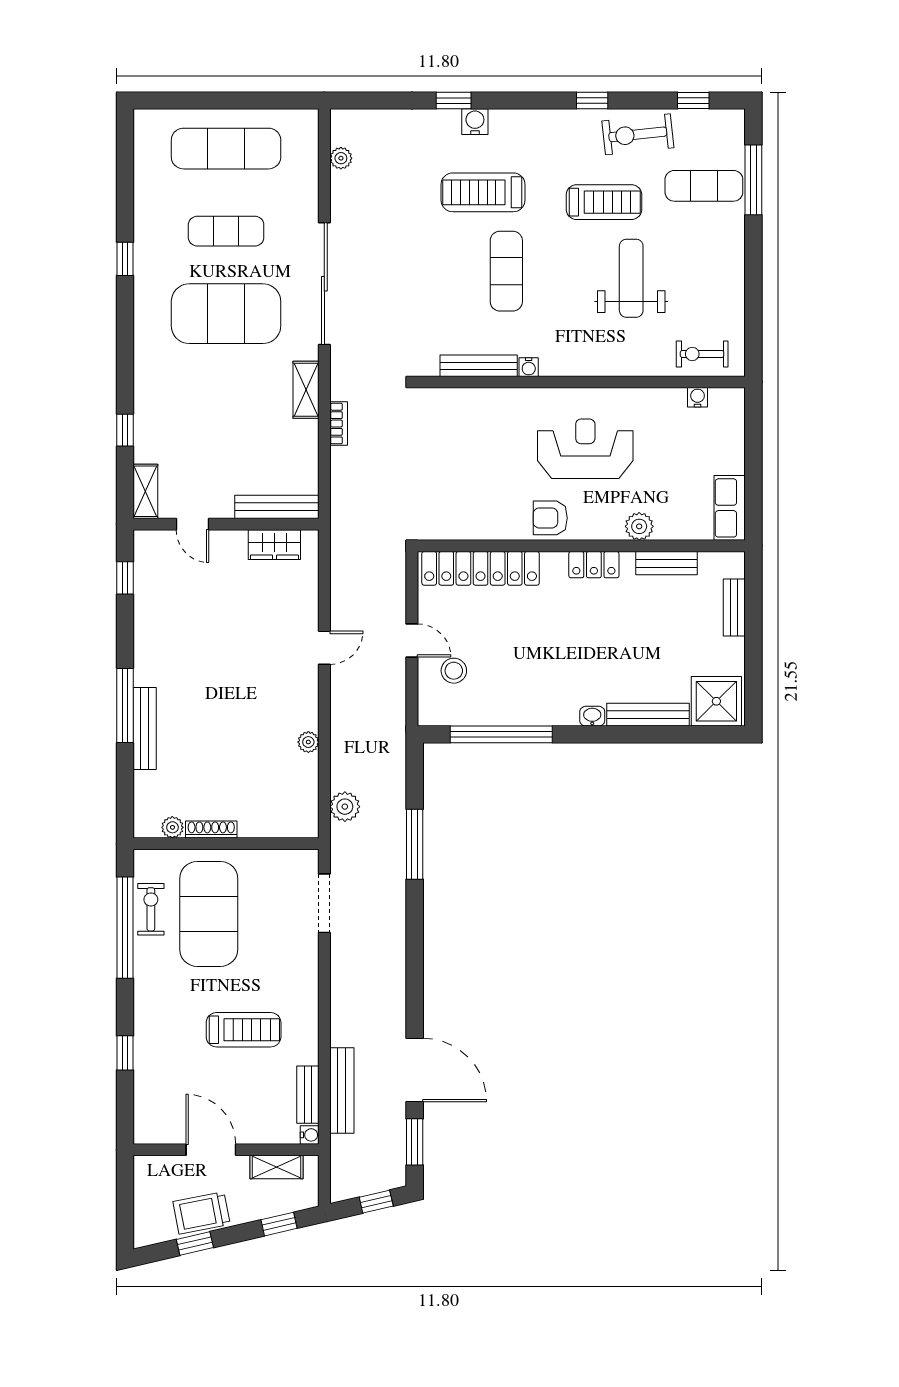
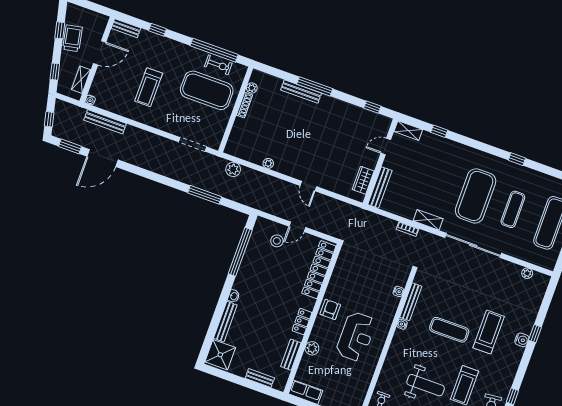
water cooler: (698, 397) -> (398, 291), moved
bench: (308, 1095) -> (126, 28), moved

